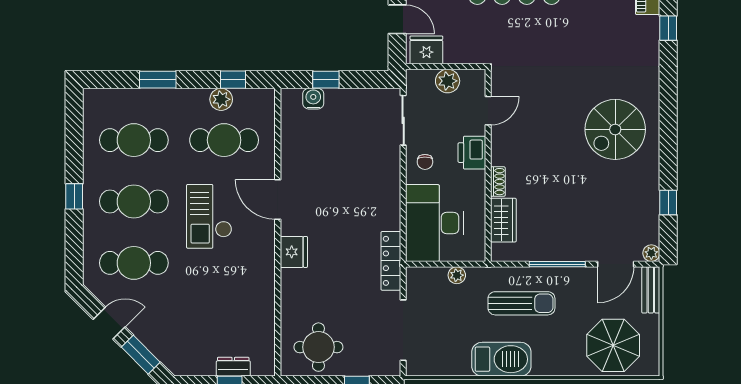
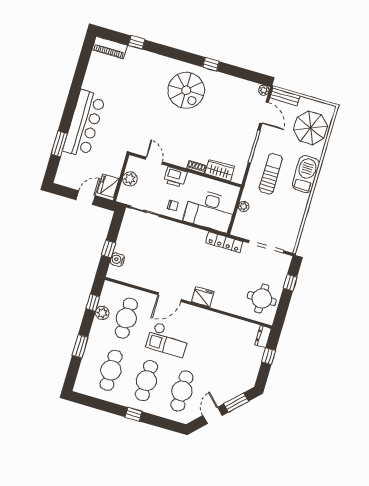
window: (668, 203) -> (211, 64), moved
barbecue: (501, 359) -> (306, 174), moved
dresser: (233, 367) -> (263, 337), moved

